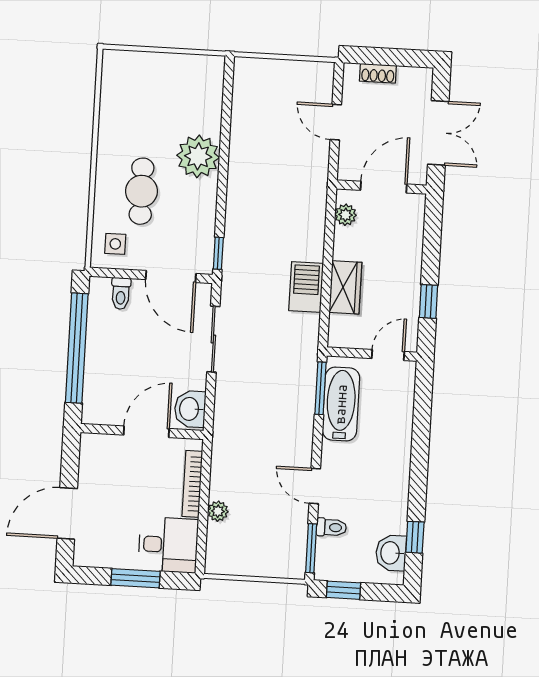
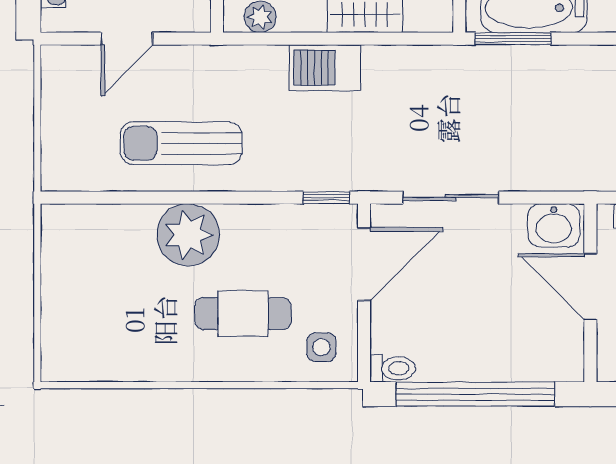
sun lounger: (261, 155) -> (181, 143), added
barbecue: (306, 287) -> (325, 68), moved
toilet: (121, 293) -> (393, 368), moved

